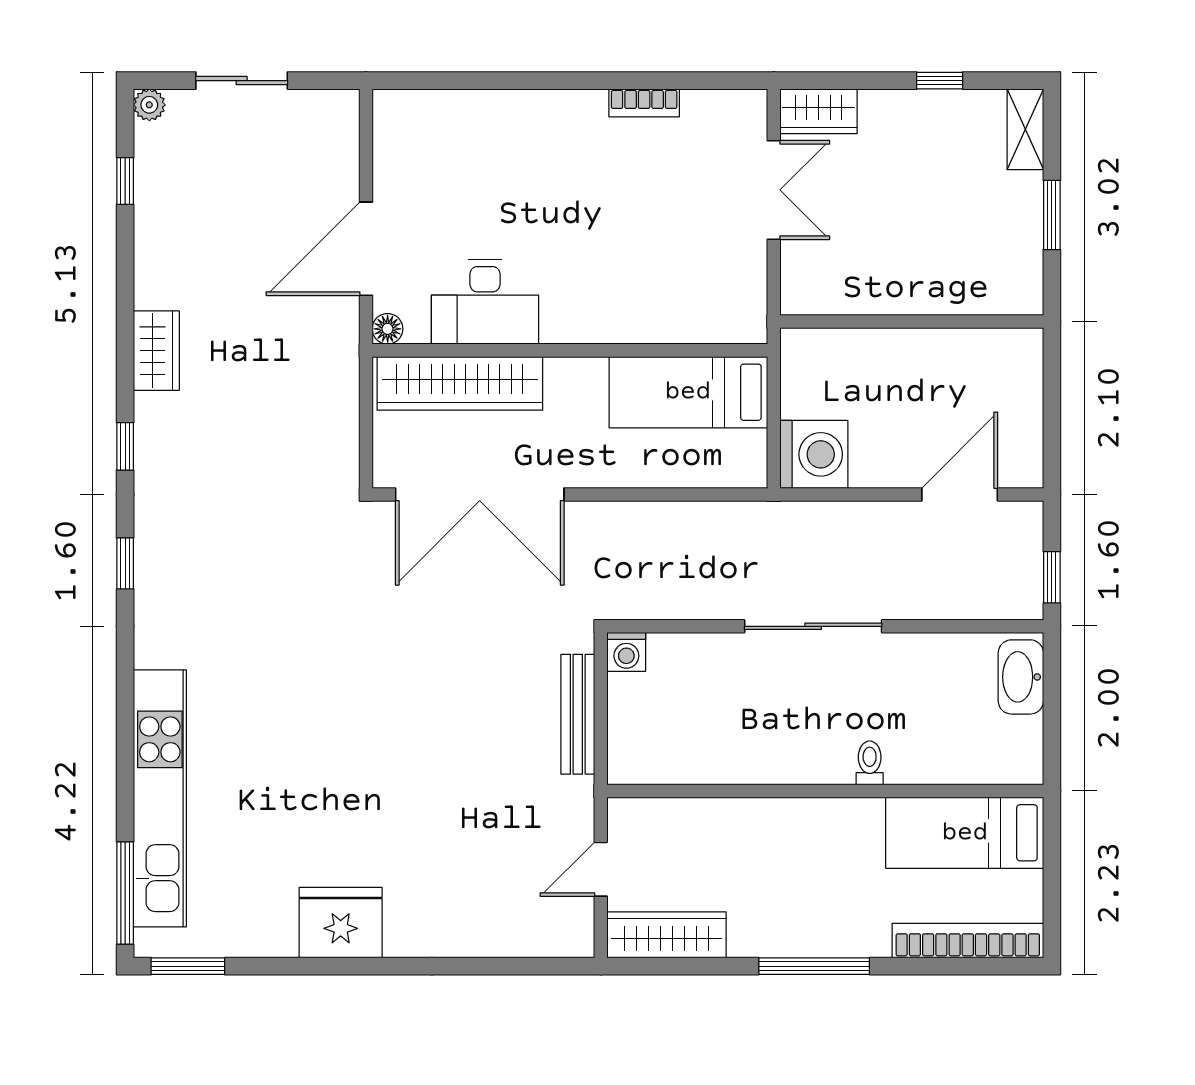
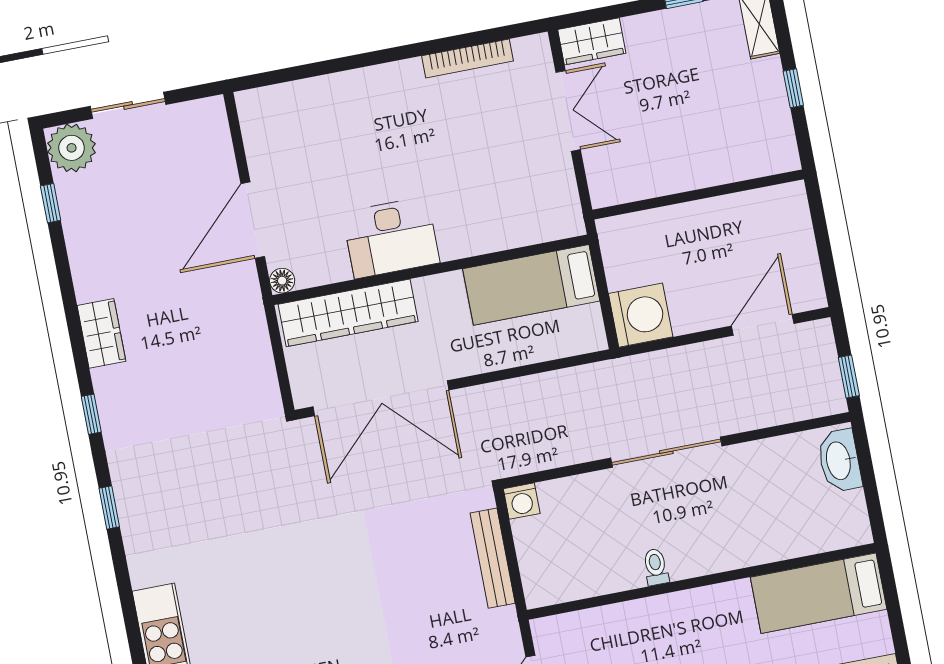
bookcase: (644, 103) -> (467, 58), width x1.56
plant: (149, 105) -> (72, 148), width x1.88, depth x1.88
window: (1052, 215) -> (793, 88), width x0.67
desk: (485, 302) -> (391, 238), moved
toilet: (870, 763) -> (656, 567), moved

